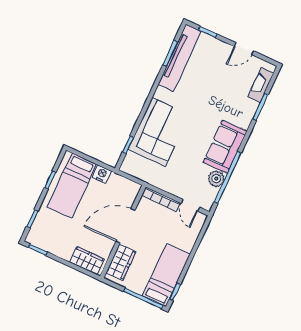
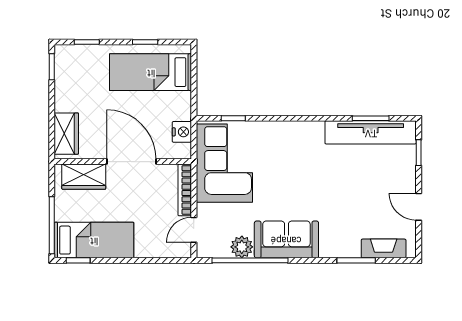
corner sofa: (159, 132) -> (224, 163), moved, turned -90
nightstand: (102, 174) -> (182, 132), moved

